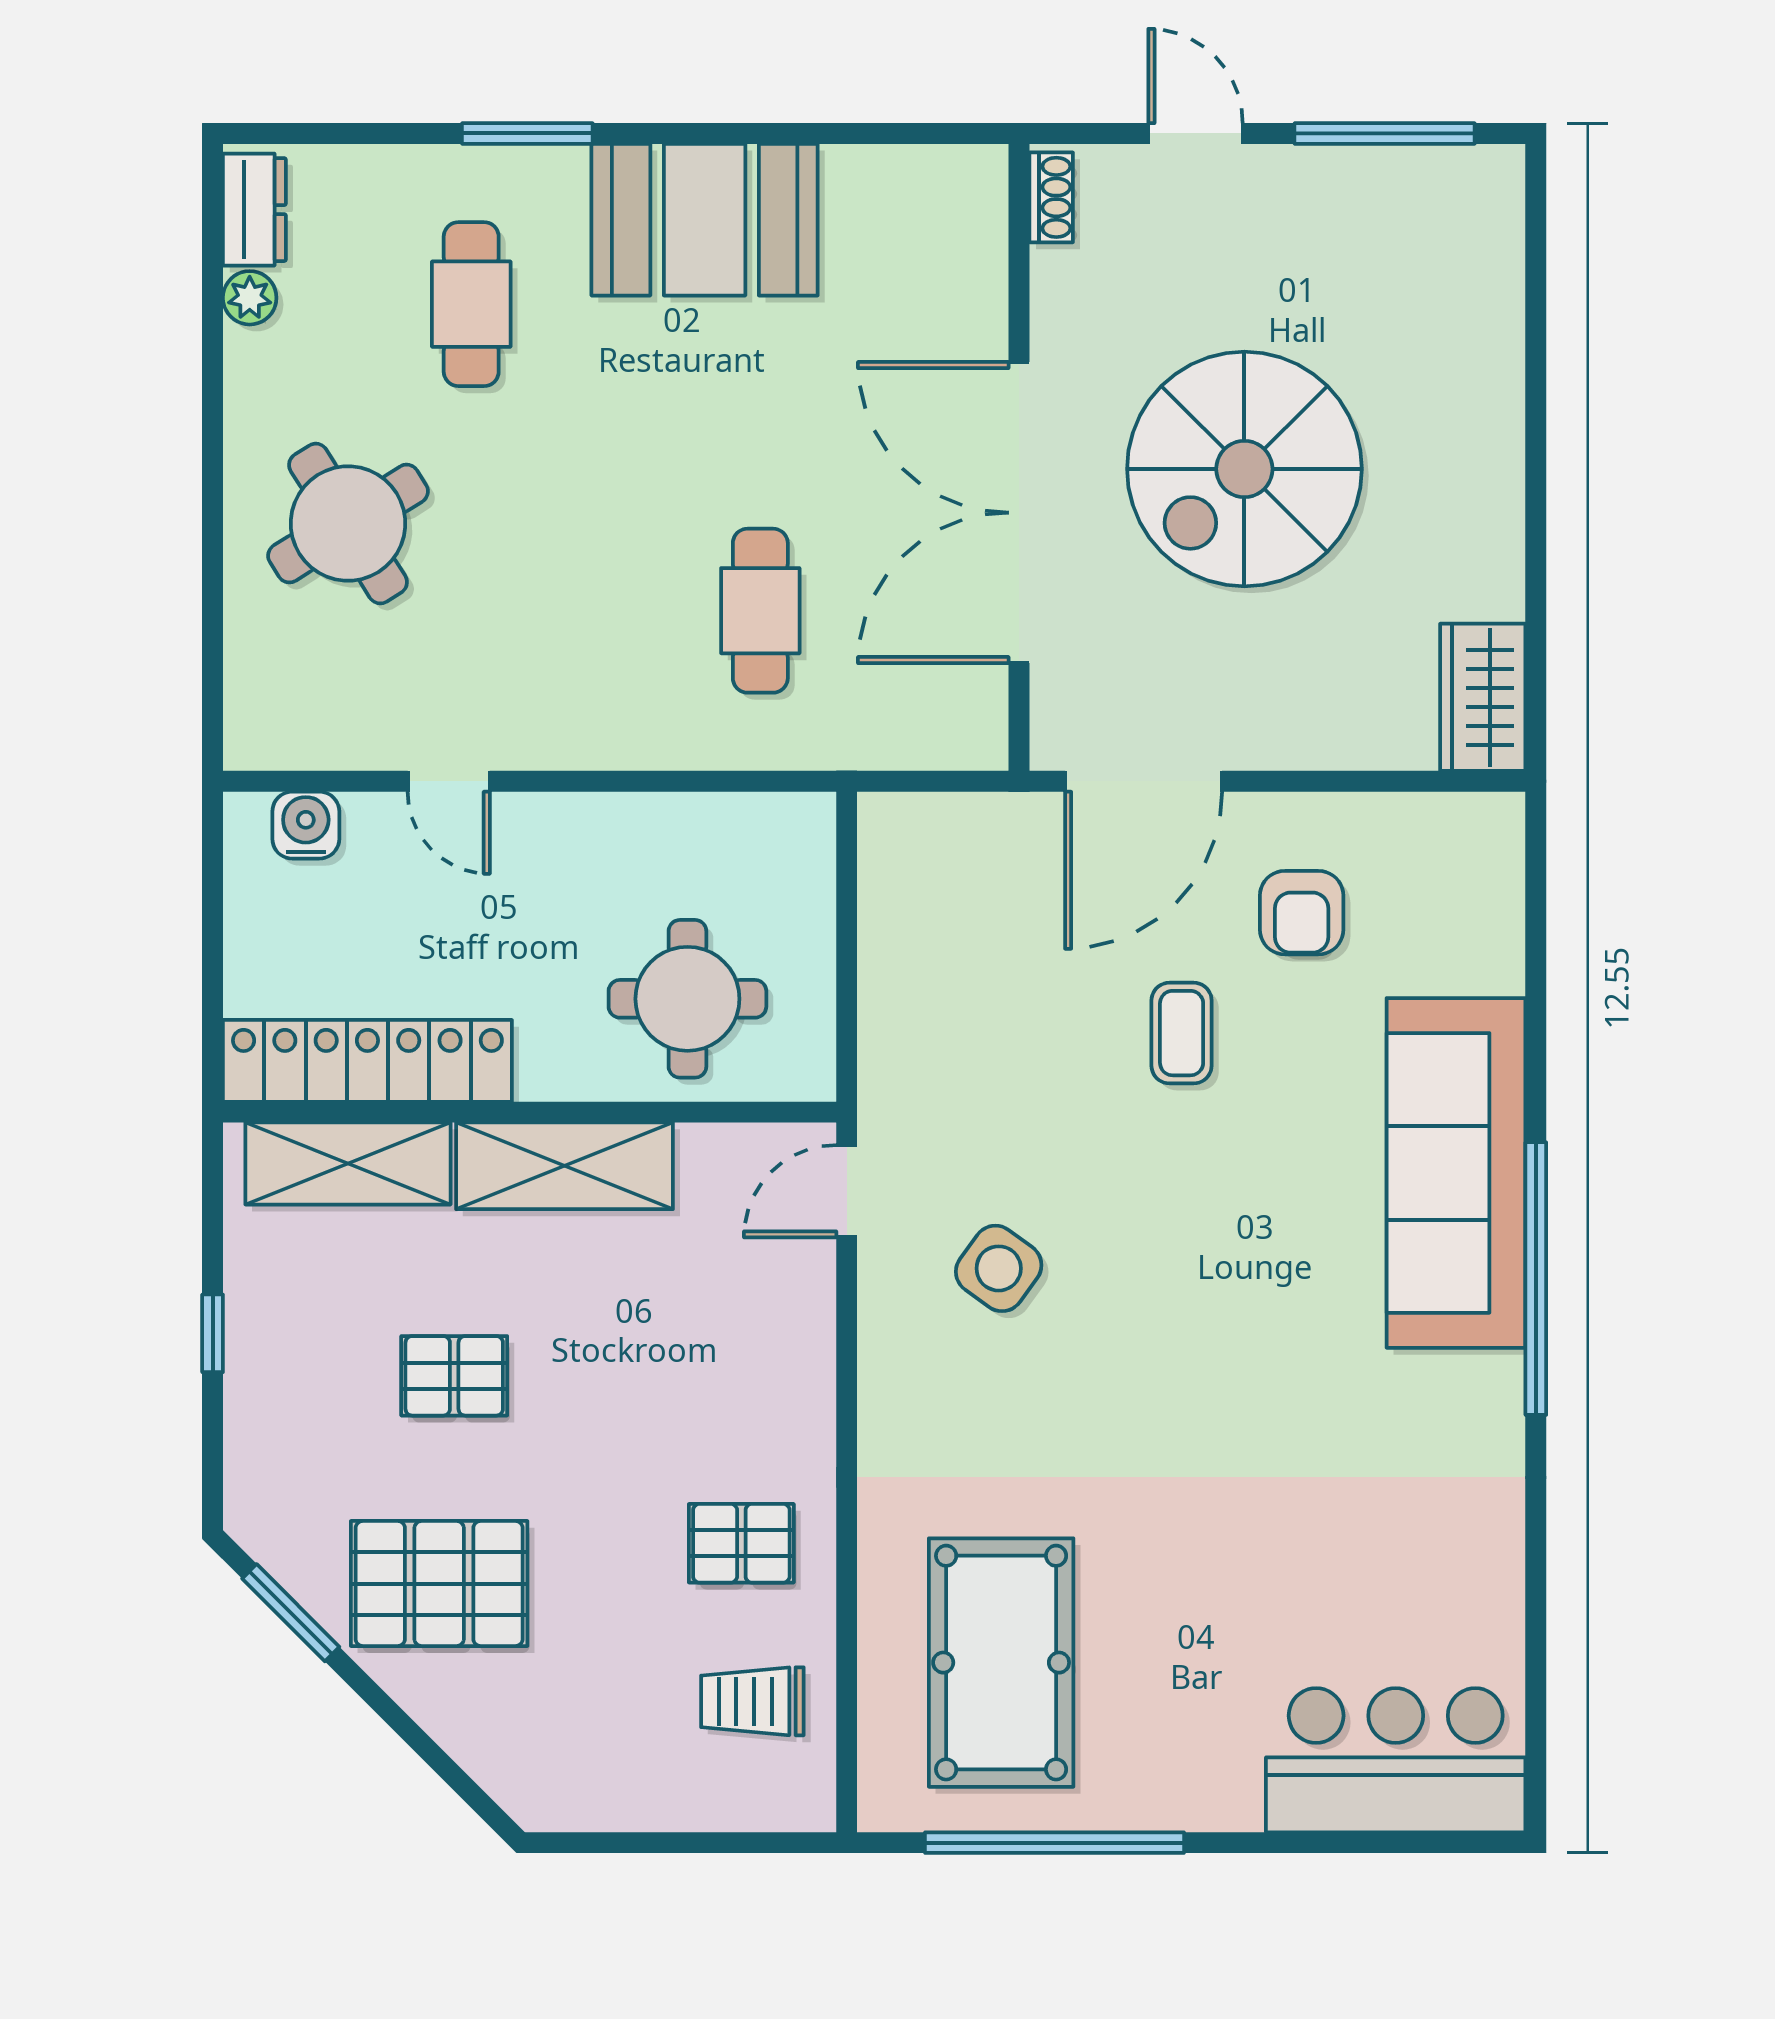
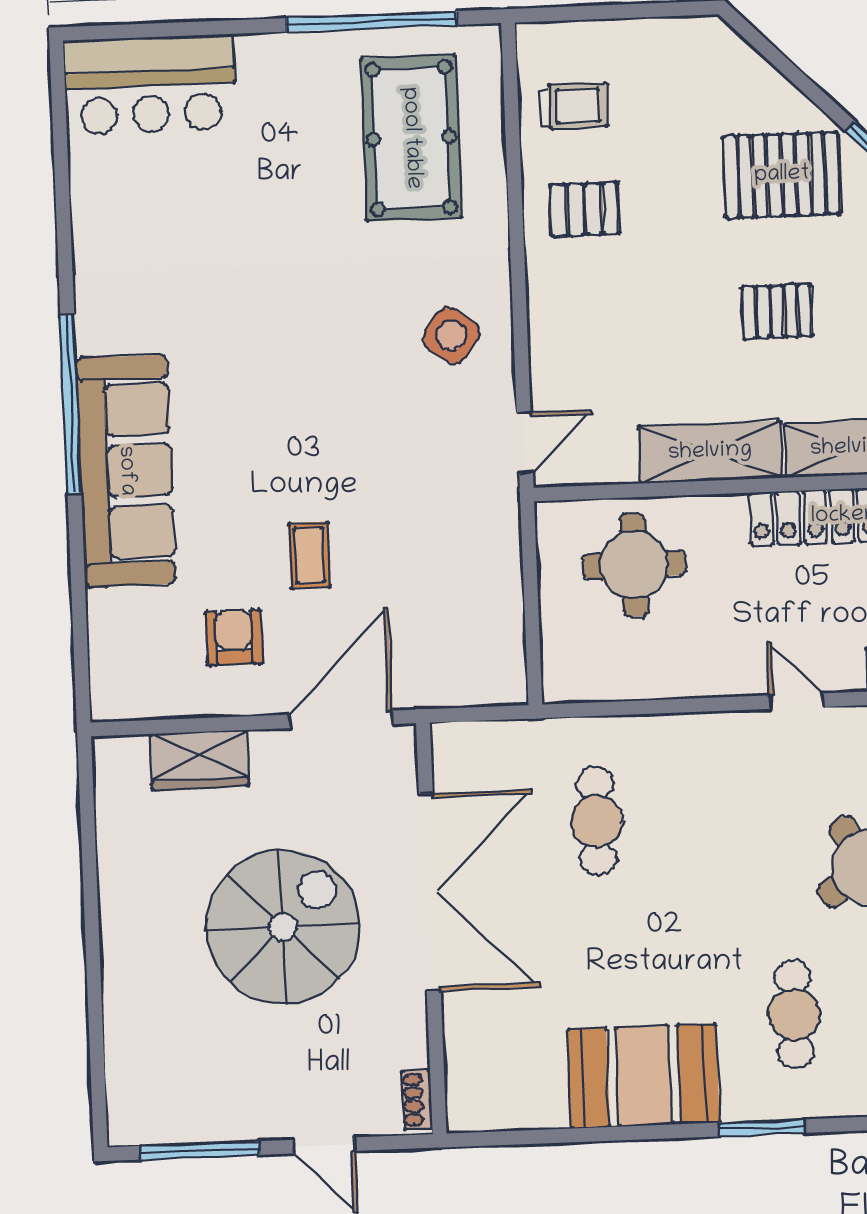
wardrobe: (1483, 697) -> (199, 760), moved, turned 90
side table: (999, 1268) -> (451, 335), moved

